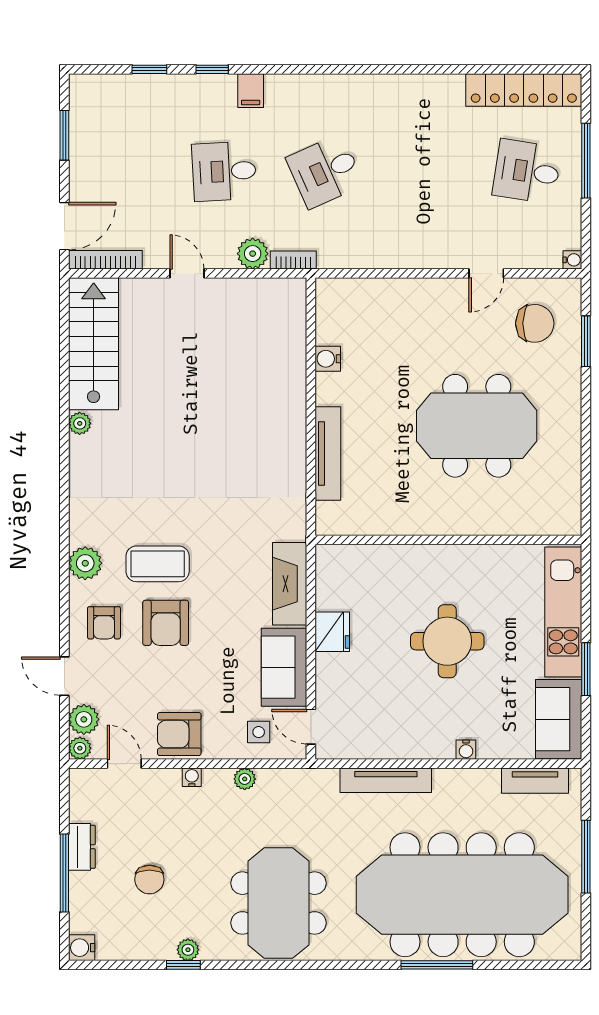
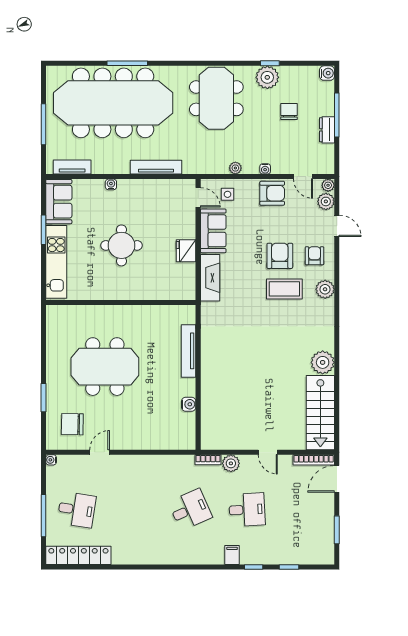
window: (586, 341) -> (44, 398), moved
plant: (80, 423) -> (323, 362), width x1.88, depth x1.88
plant: (188, 950) -> (267, 77), width x1.88, depth x1.88

